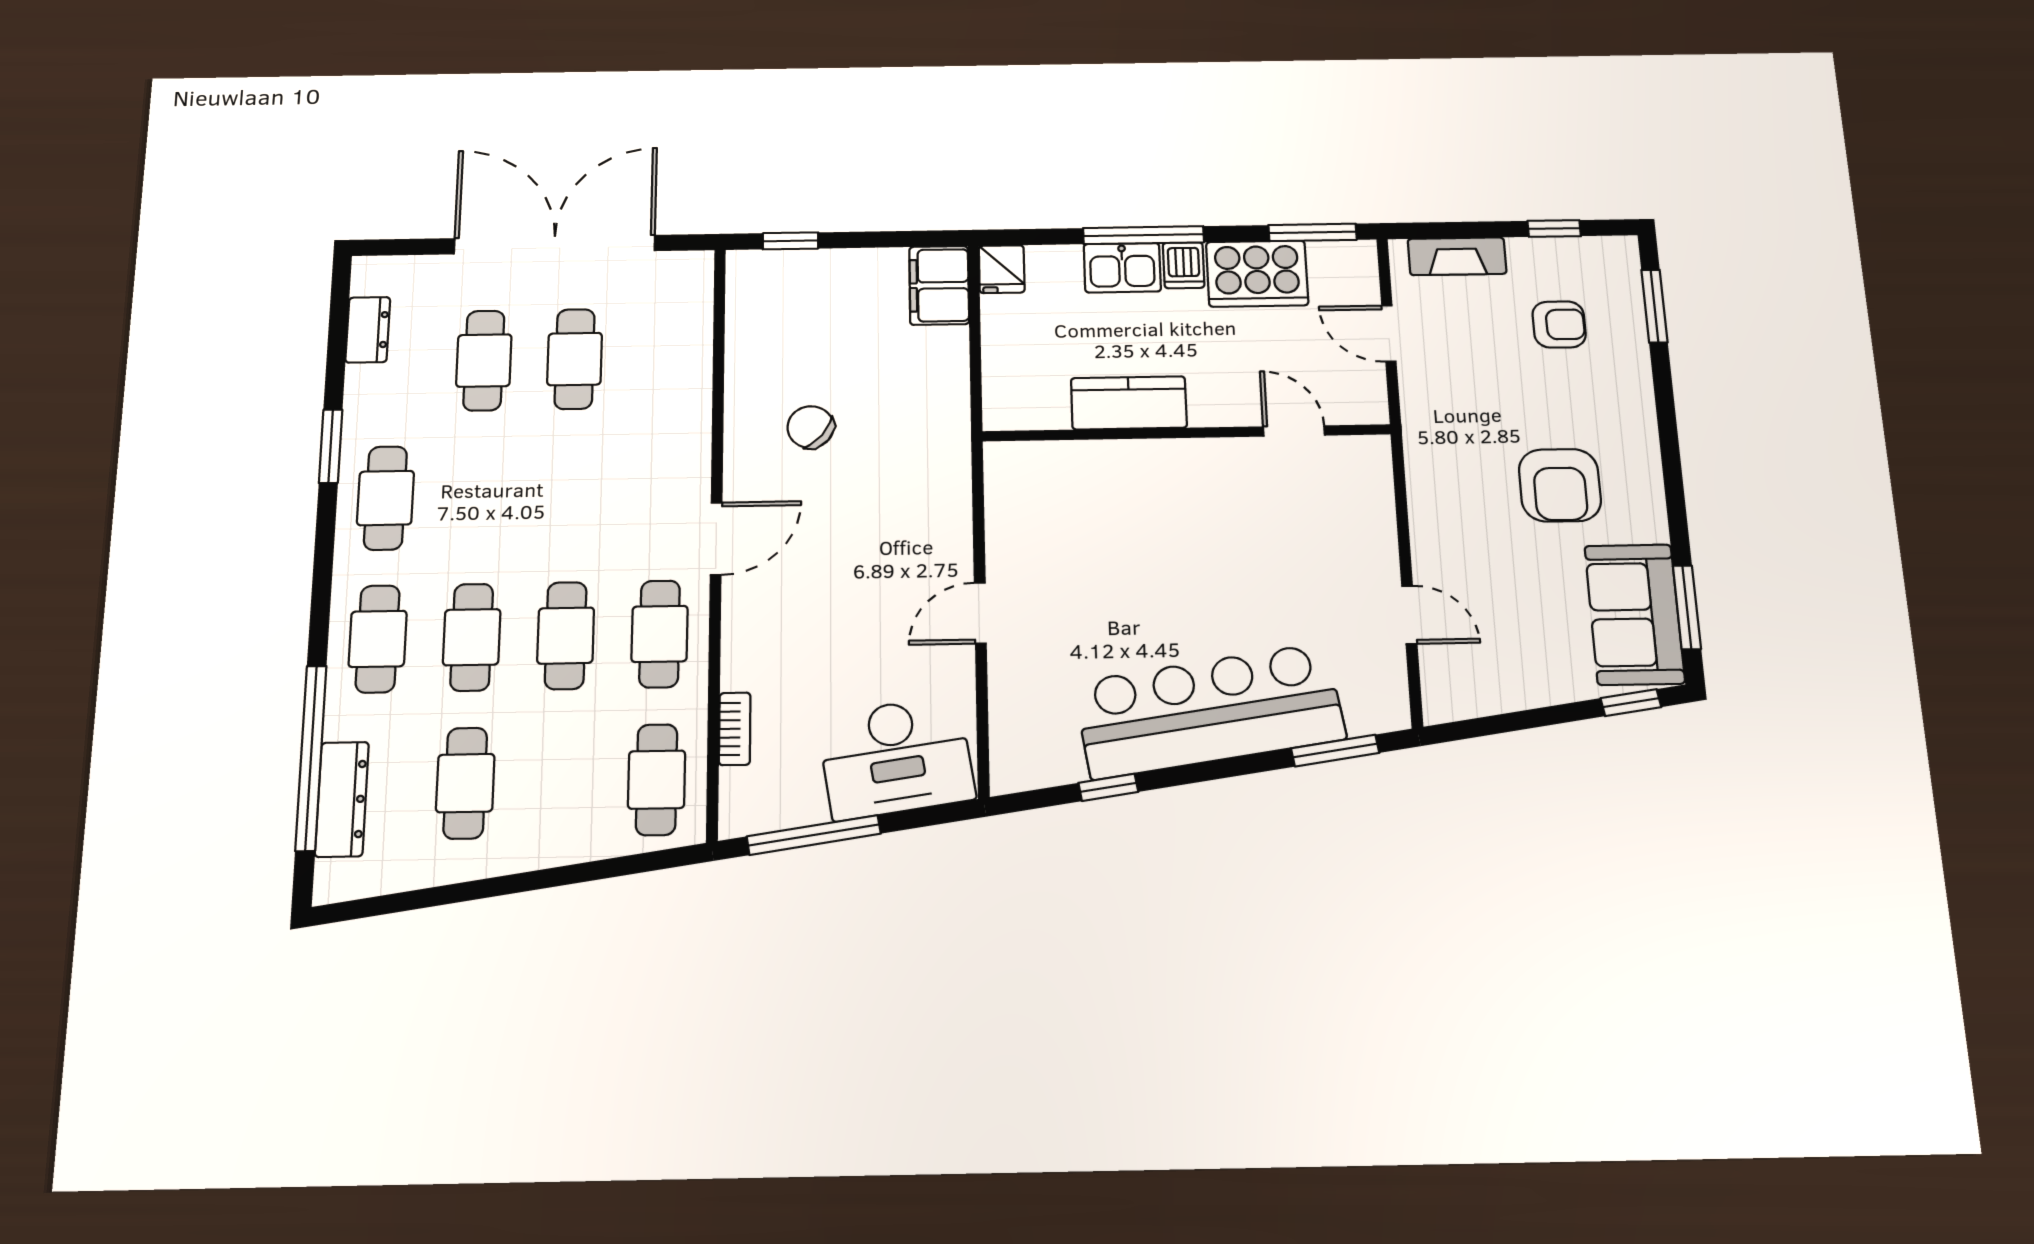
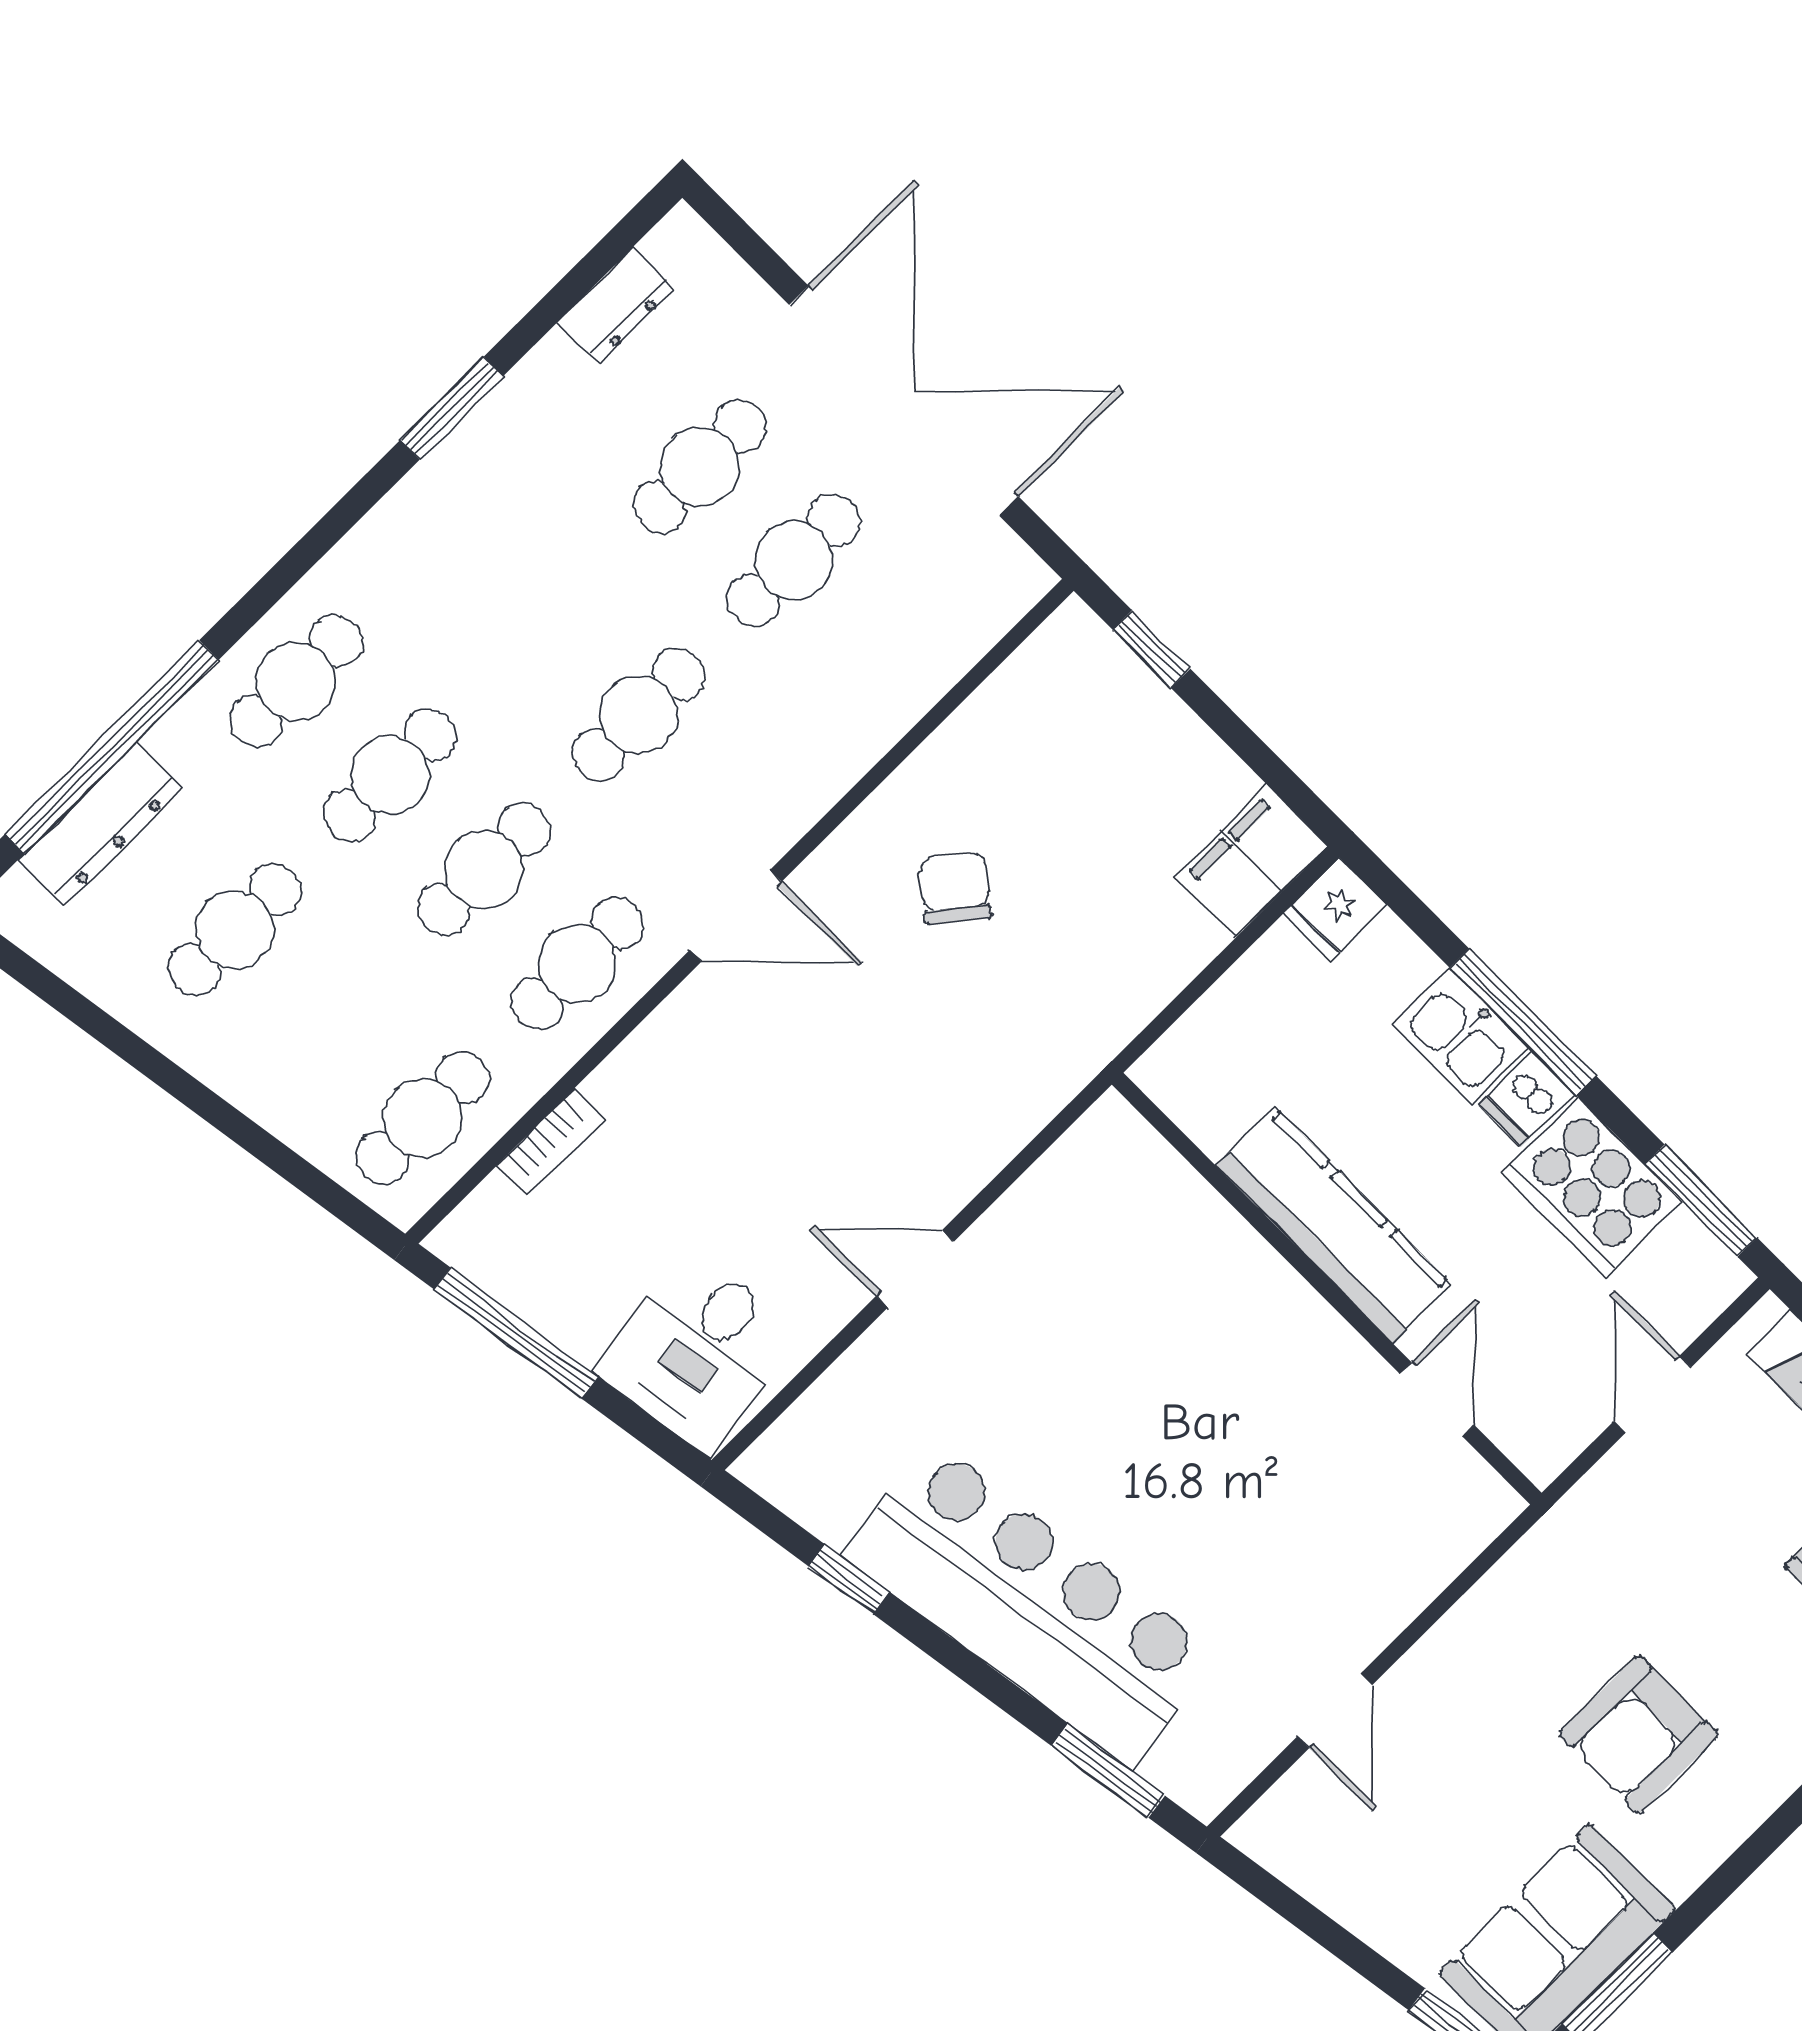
kitchen counter: (1129, 403) -> (1333, 1225), width x1.50
cafe table: (385, 498) -> (639, 715), moved
desk: (896, 758) -> (698, 1352), width x0.73

